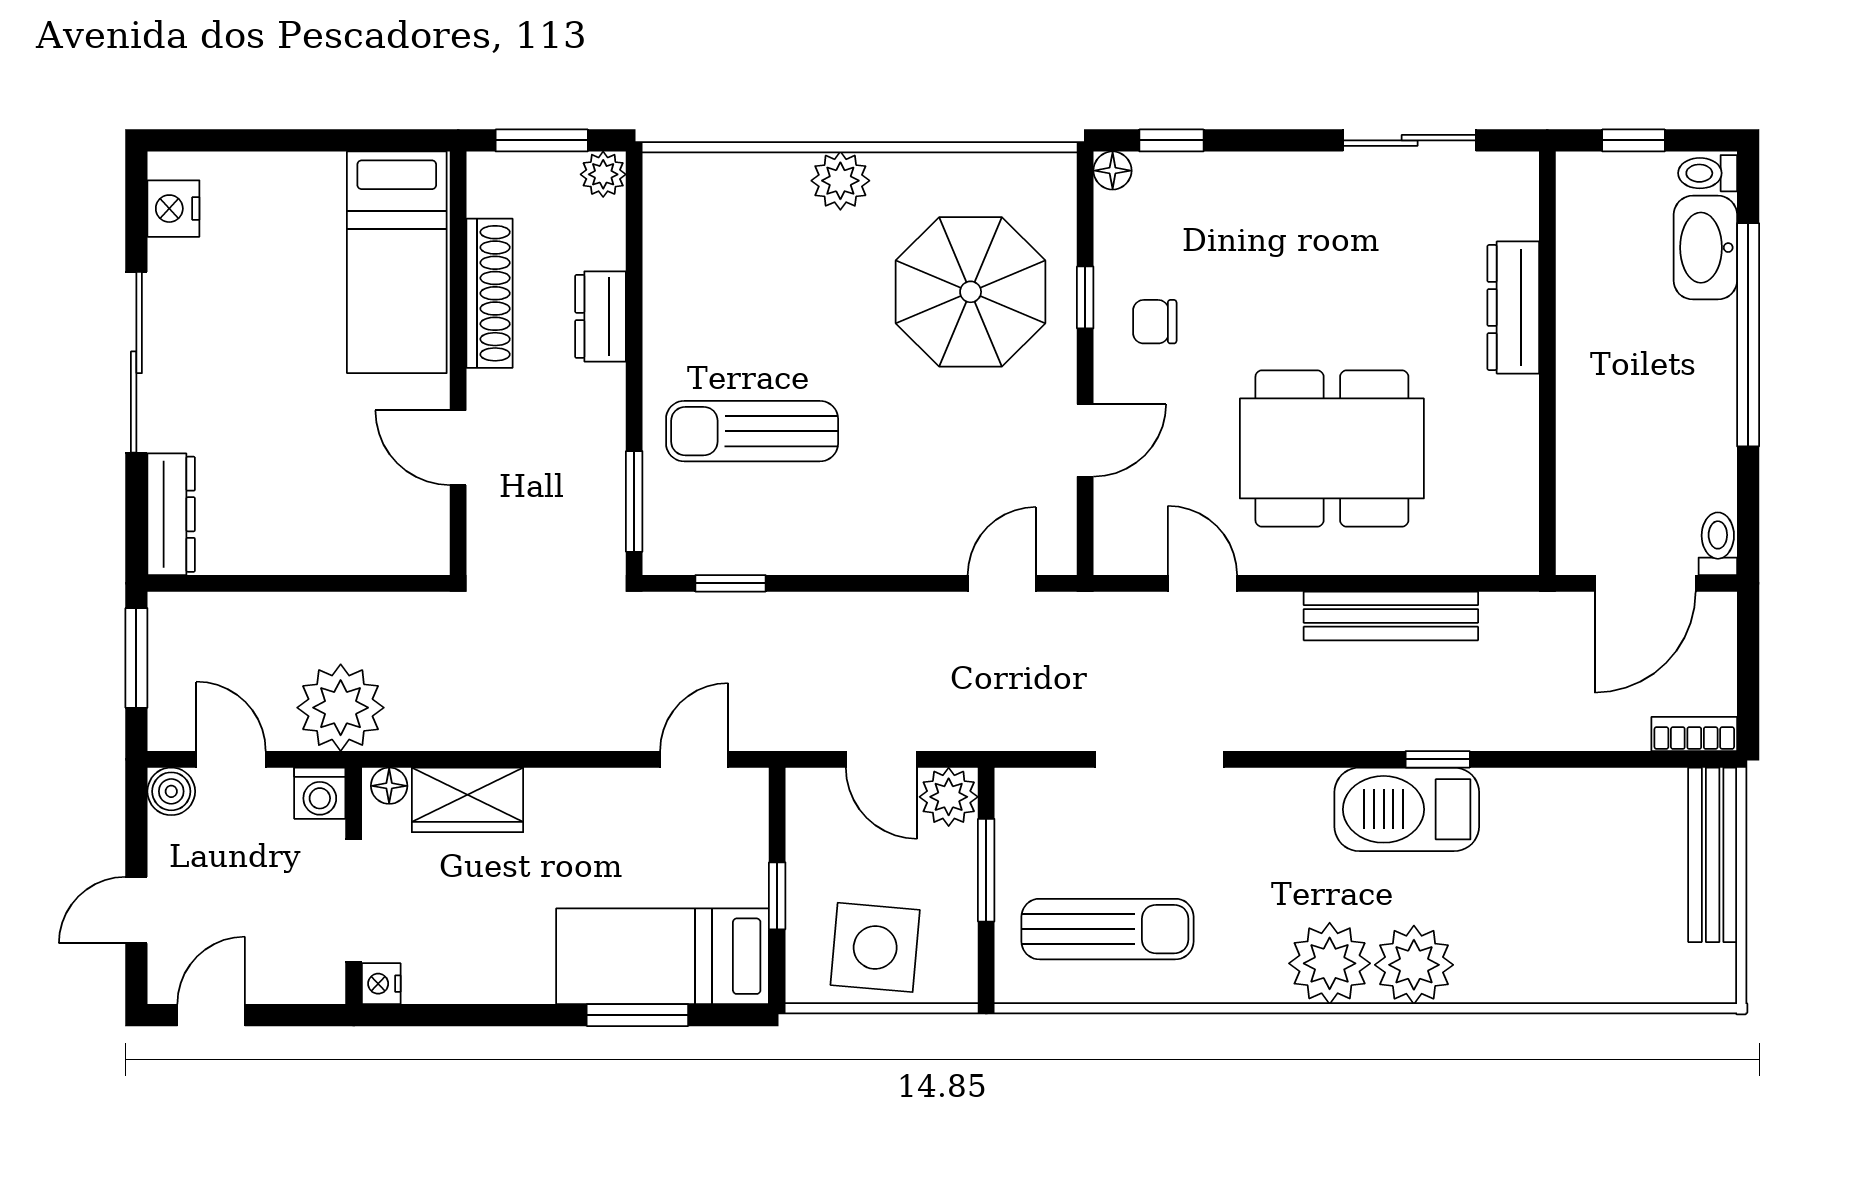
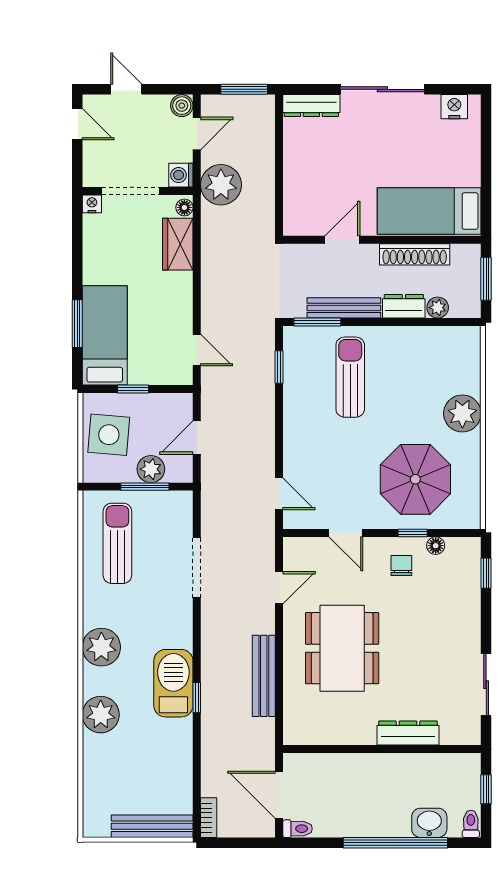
floor lamp: (1113, 171) -> (436, 546), moved
plant: (603, 174) -> (438, 308), moved
plant: (840, 181) -> (462, 413), width x1.36, depth x1.36
washbasin: (1705, 248) -> (429, 823), width x0.72
bench: (604, 445) -> (344, 308), added
plant: (949, 797) -> (151, 469), moved
sun lounger: (1107, 929) -> (117, 543), turned 180
plant: (1414, 965) -> (101, 715), moved

